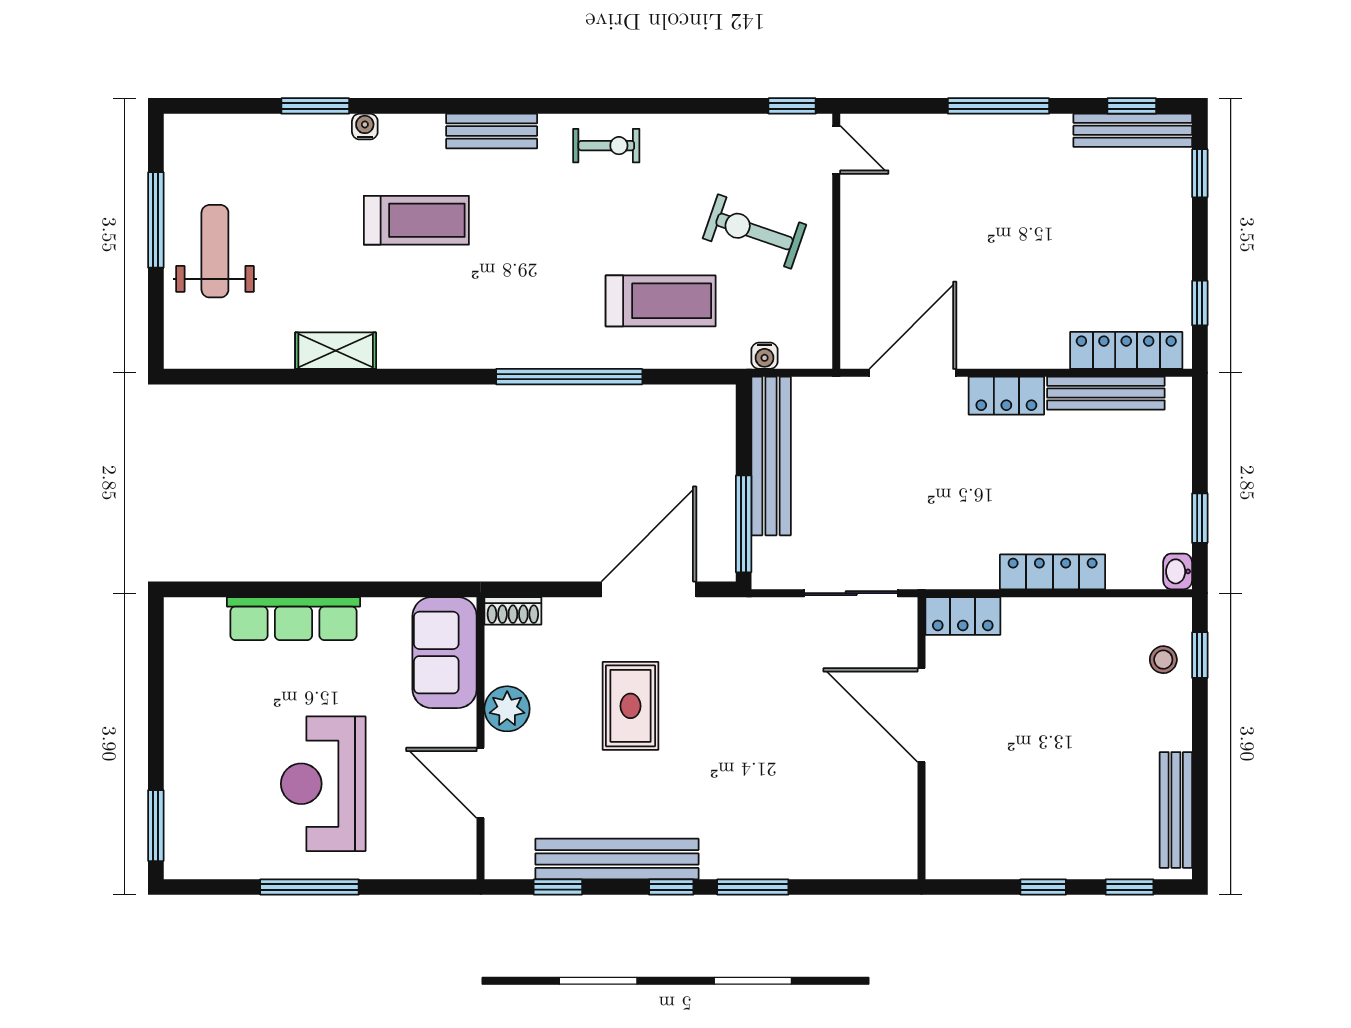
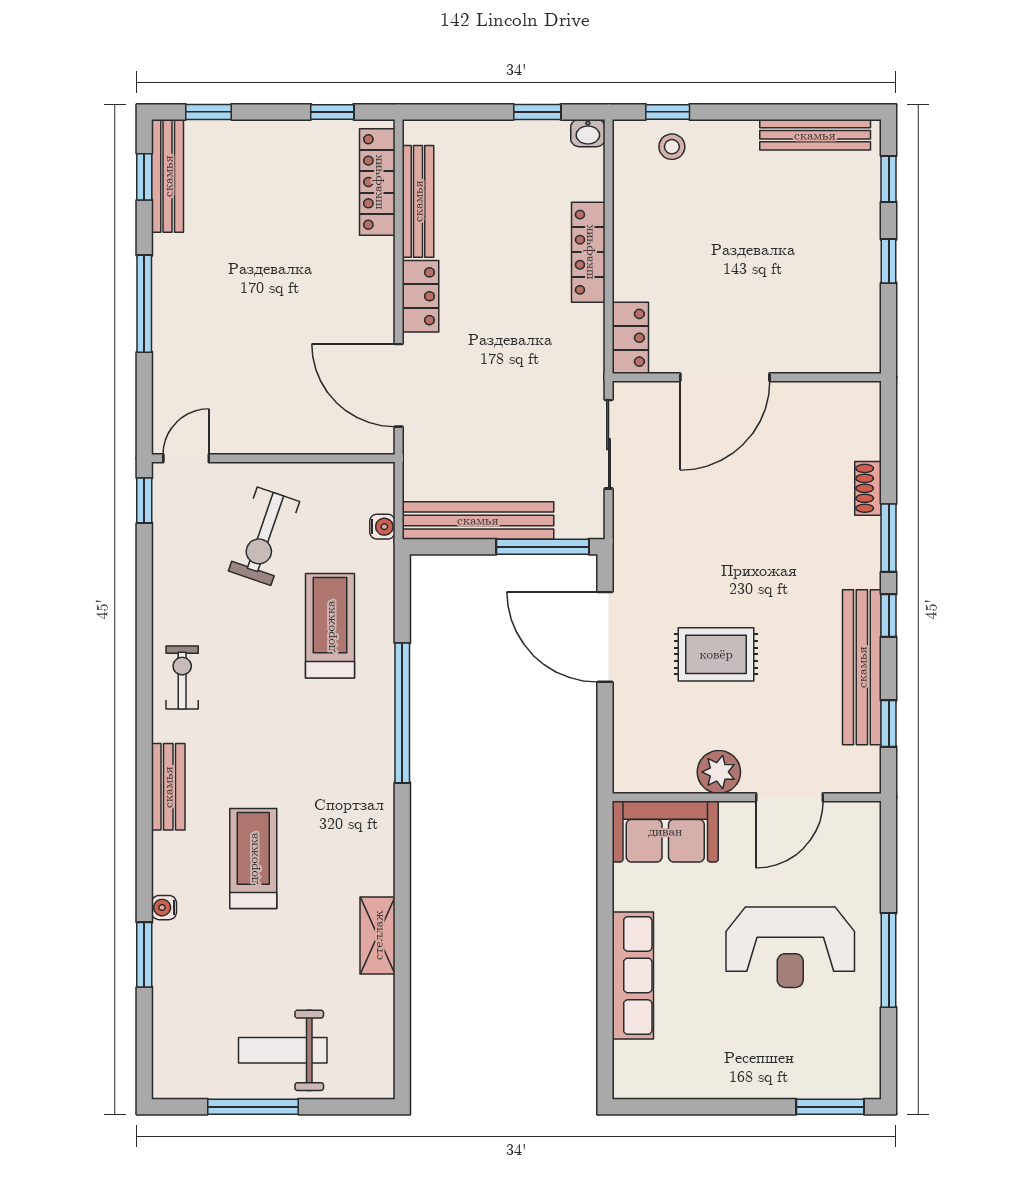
shoe rack: (513, 611) -> (868, 488), moved, turned 180

